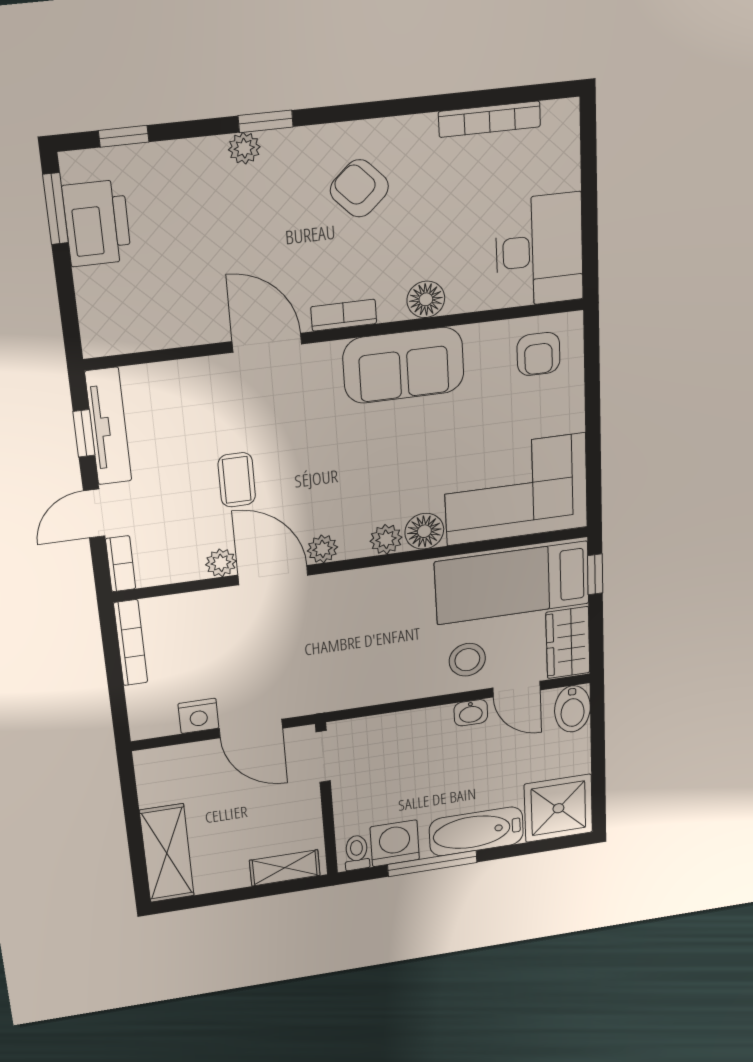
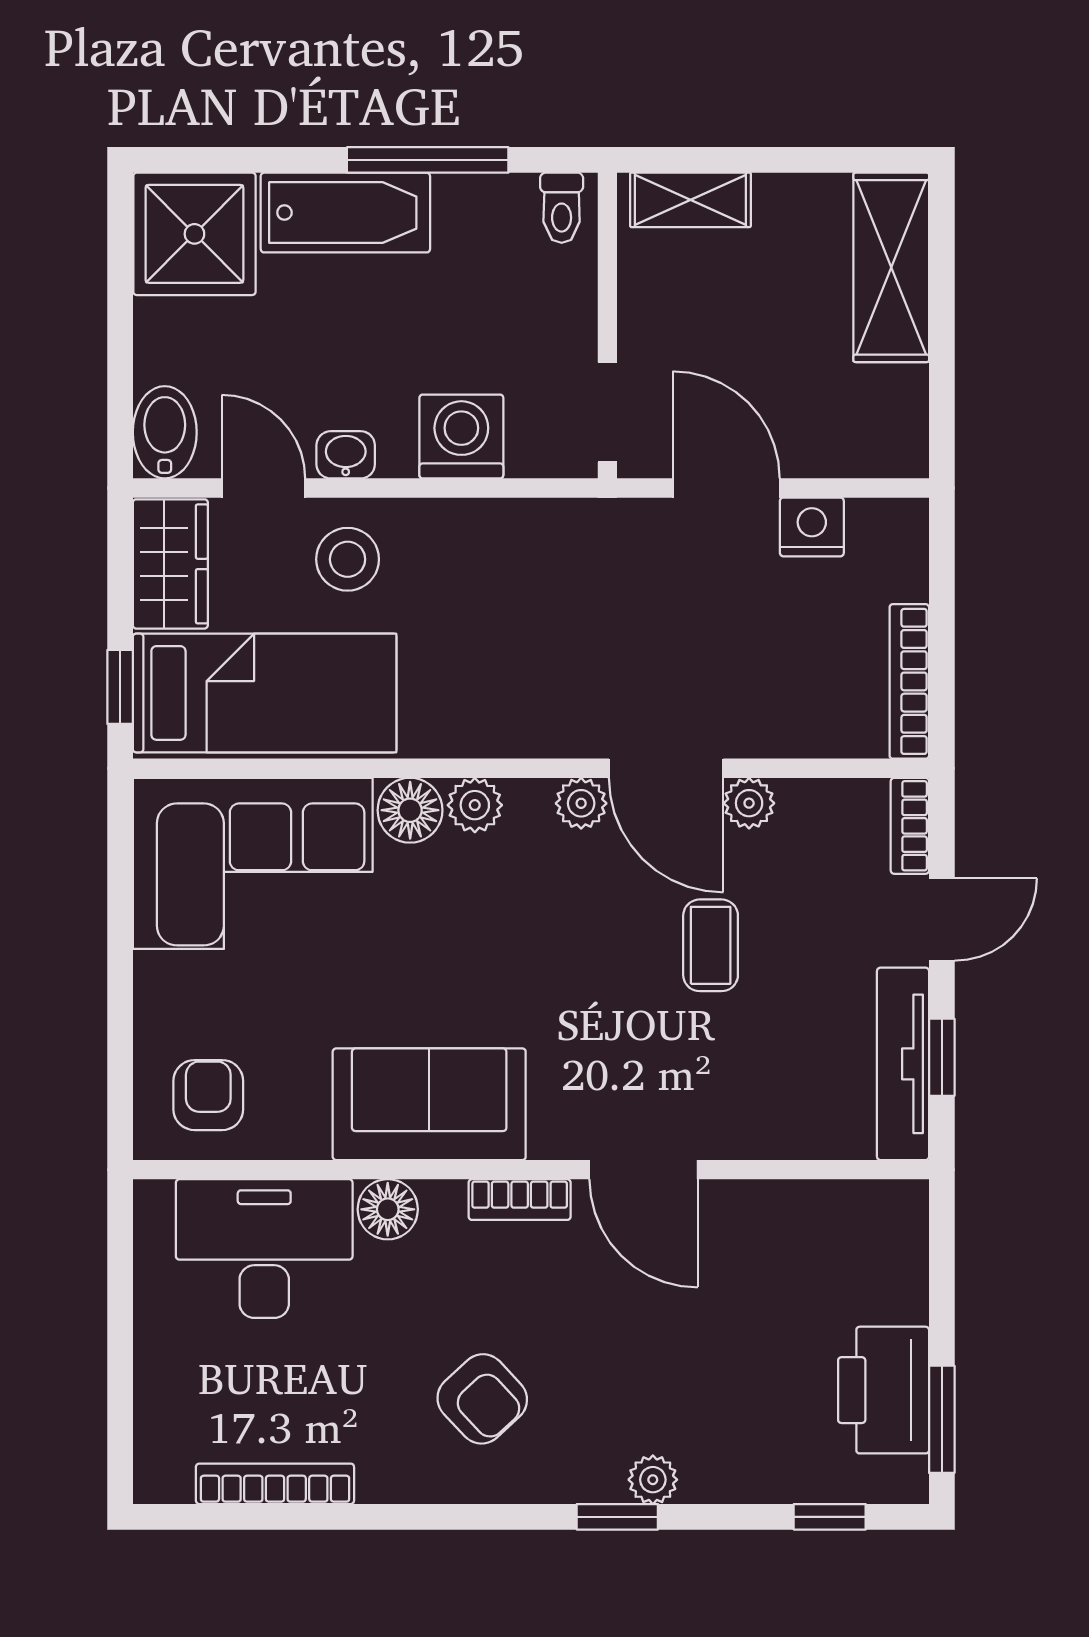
desk: (539, 250) -> (264, 1249), moved, turned 90
washing machine: (395, 843) -> (461, 436), moved, turned 180

